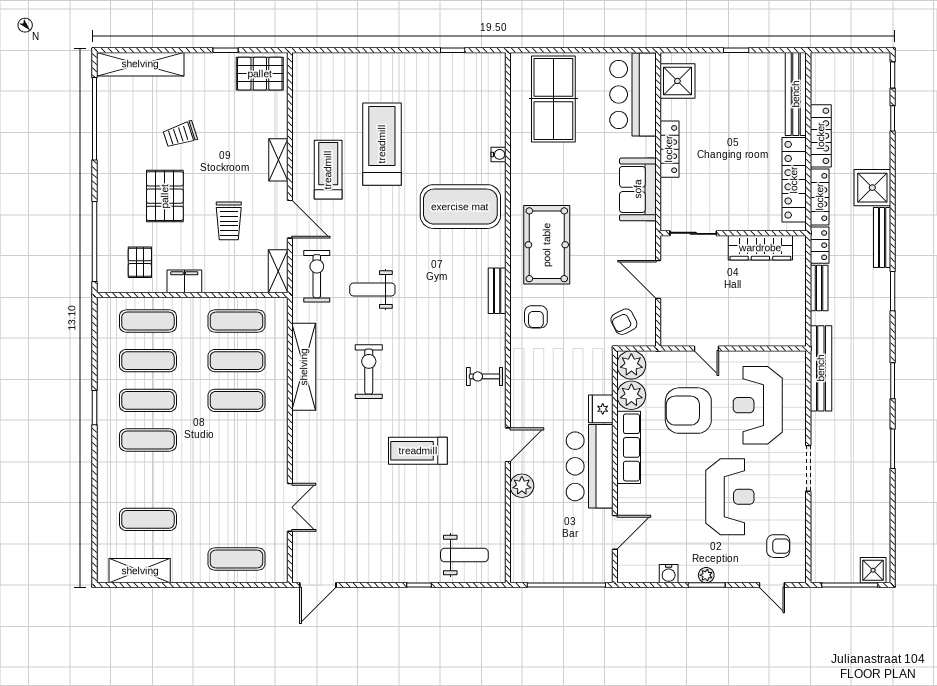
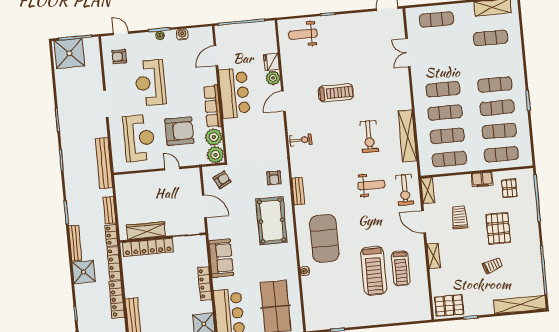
treadmill: (328, 170) -> (401, 268), moved
locker: (794, 180) -> (148, 247), moved, turned 90
exercise mat: (460, 207) -> (324, 238), turned 90
armchair: (536, 317) -> (274, 178), turned 180
fridge: (601, 409) -> (271, 62), moved, turned 180
exercise mat: (236, 440) -> (443, 89), added
shower: (873, 570) -> (69, 53), width x1.86, depth x1.86

